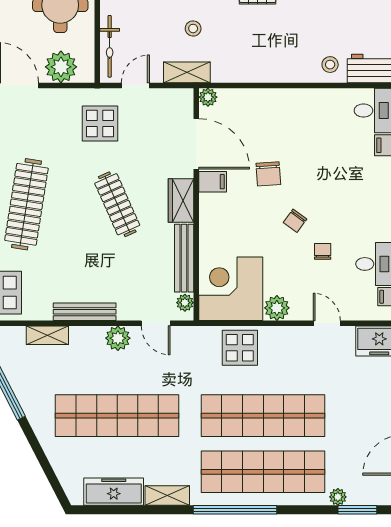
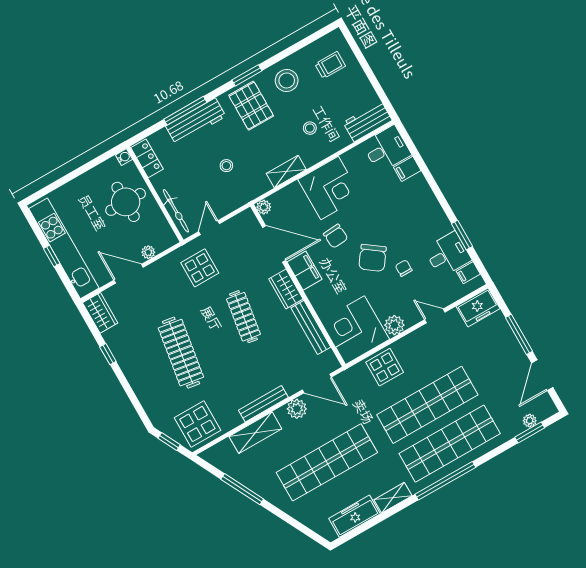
stool: (330, 65) -> (310, 128), moved
plant: (61, 67) -> (148, 252), width x0.53, depth x0.53
shelving: (187, 72) -> (286, 171), moved
corner desk: (292, 118) -> (330, 188), added
filing cabinet: (213, 182) -> (304, 271), width x2.00
clothes rail: (117, 204) -> (243, 317), turned 33
chair: (295, 221) -> (373, 258), width x1.87, depth x1.87
plant: (185, 303) -> (329, 358), removed
door: (156, 323) -> (317, 383), width x1.38
shelving: (47, 335) -> (255, 433), width x1.50, depth x1.33
plant: (338, 497) -> (530, 421), moved

